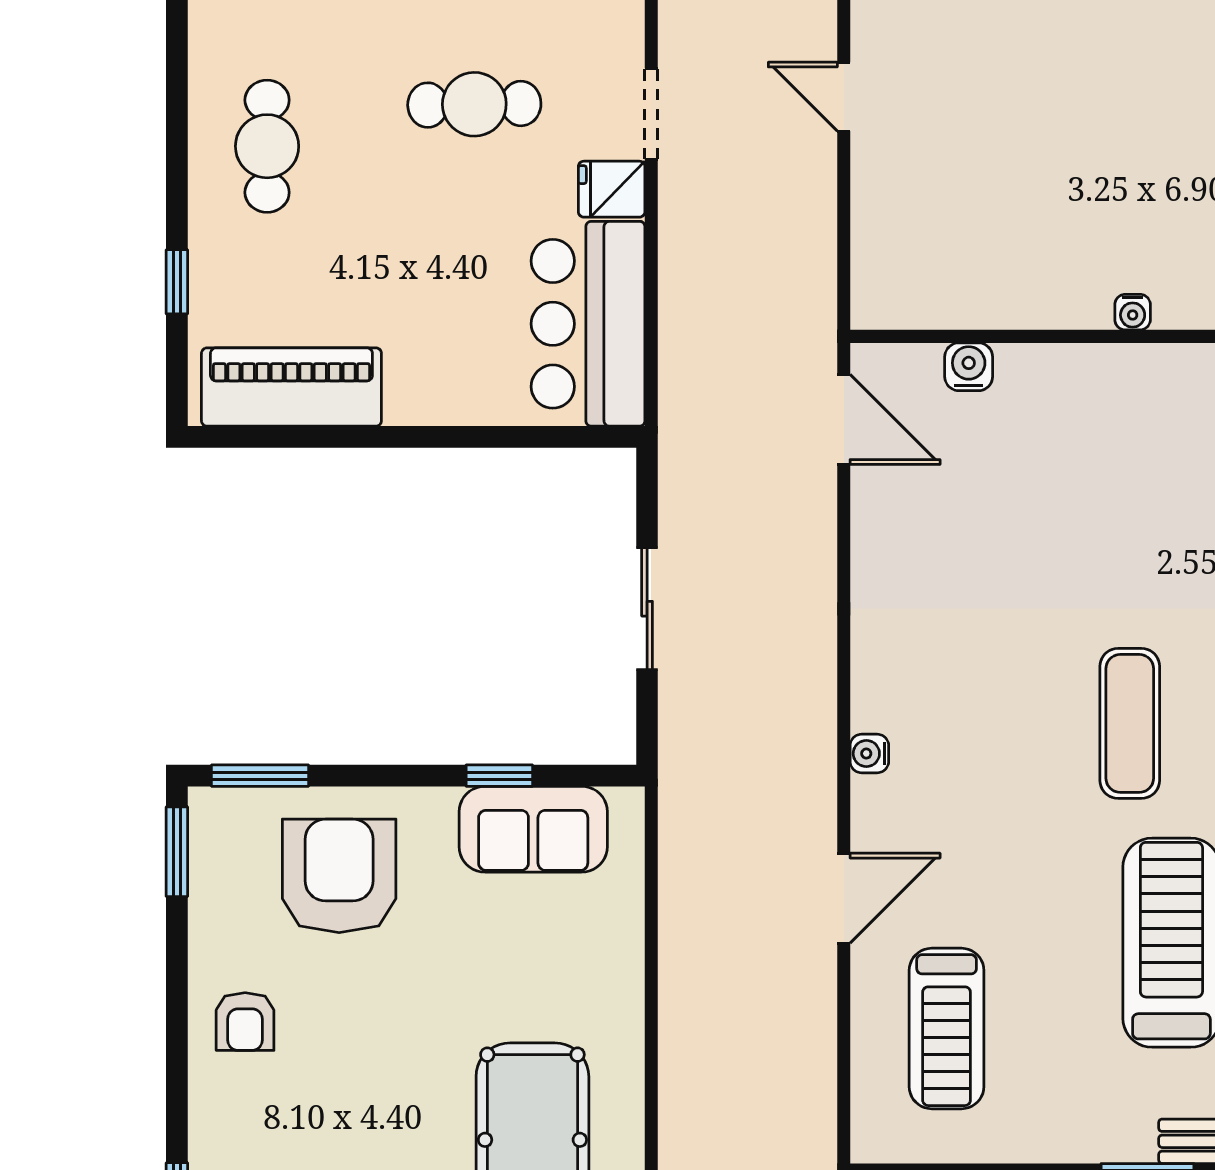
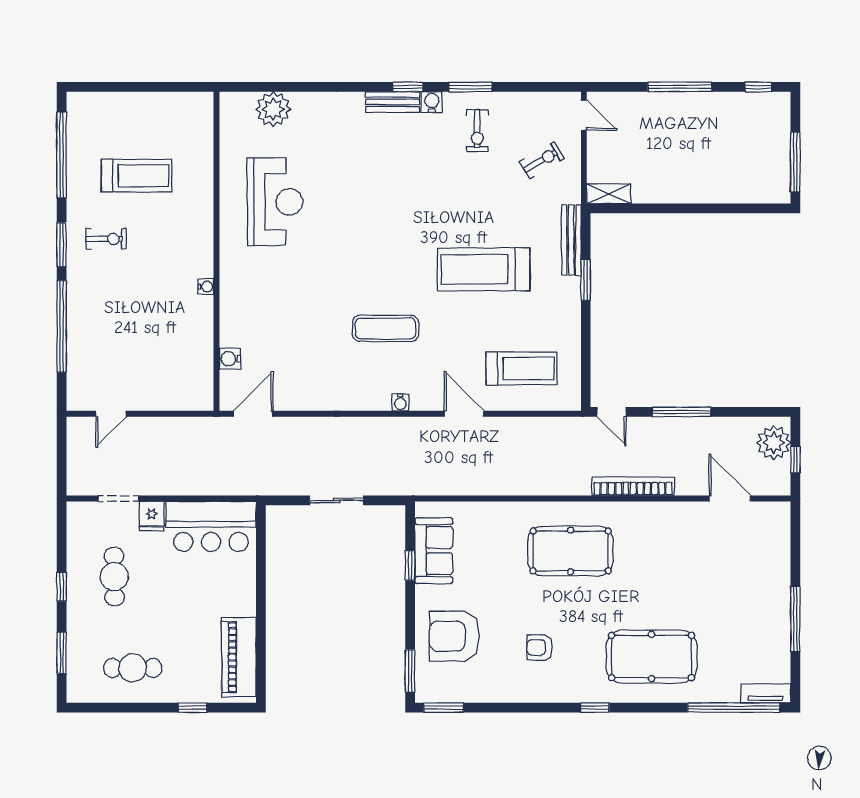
exercise mat: (1130, 723) -> (386, 328), moved
armchair: (245, 1022) -> (540, 648), moved, turned 180

